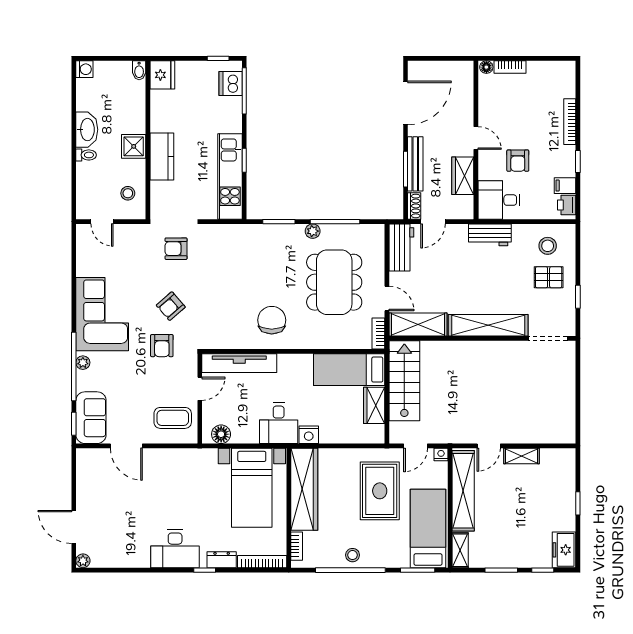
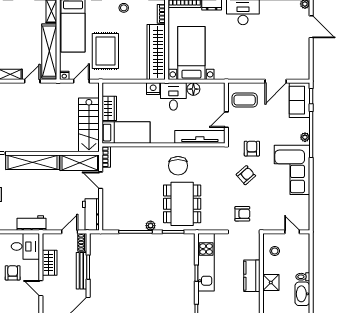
dining table: (334, 282) -> (182, 204), moved
floor lamp: (221, 434) -> (193, 89), moved
door: (126, 446) -> (276, 81), swing flipped

